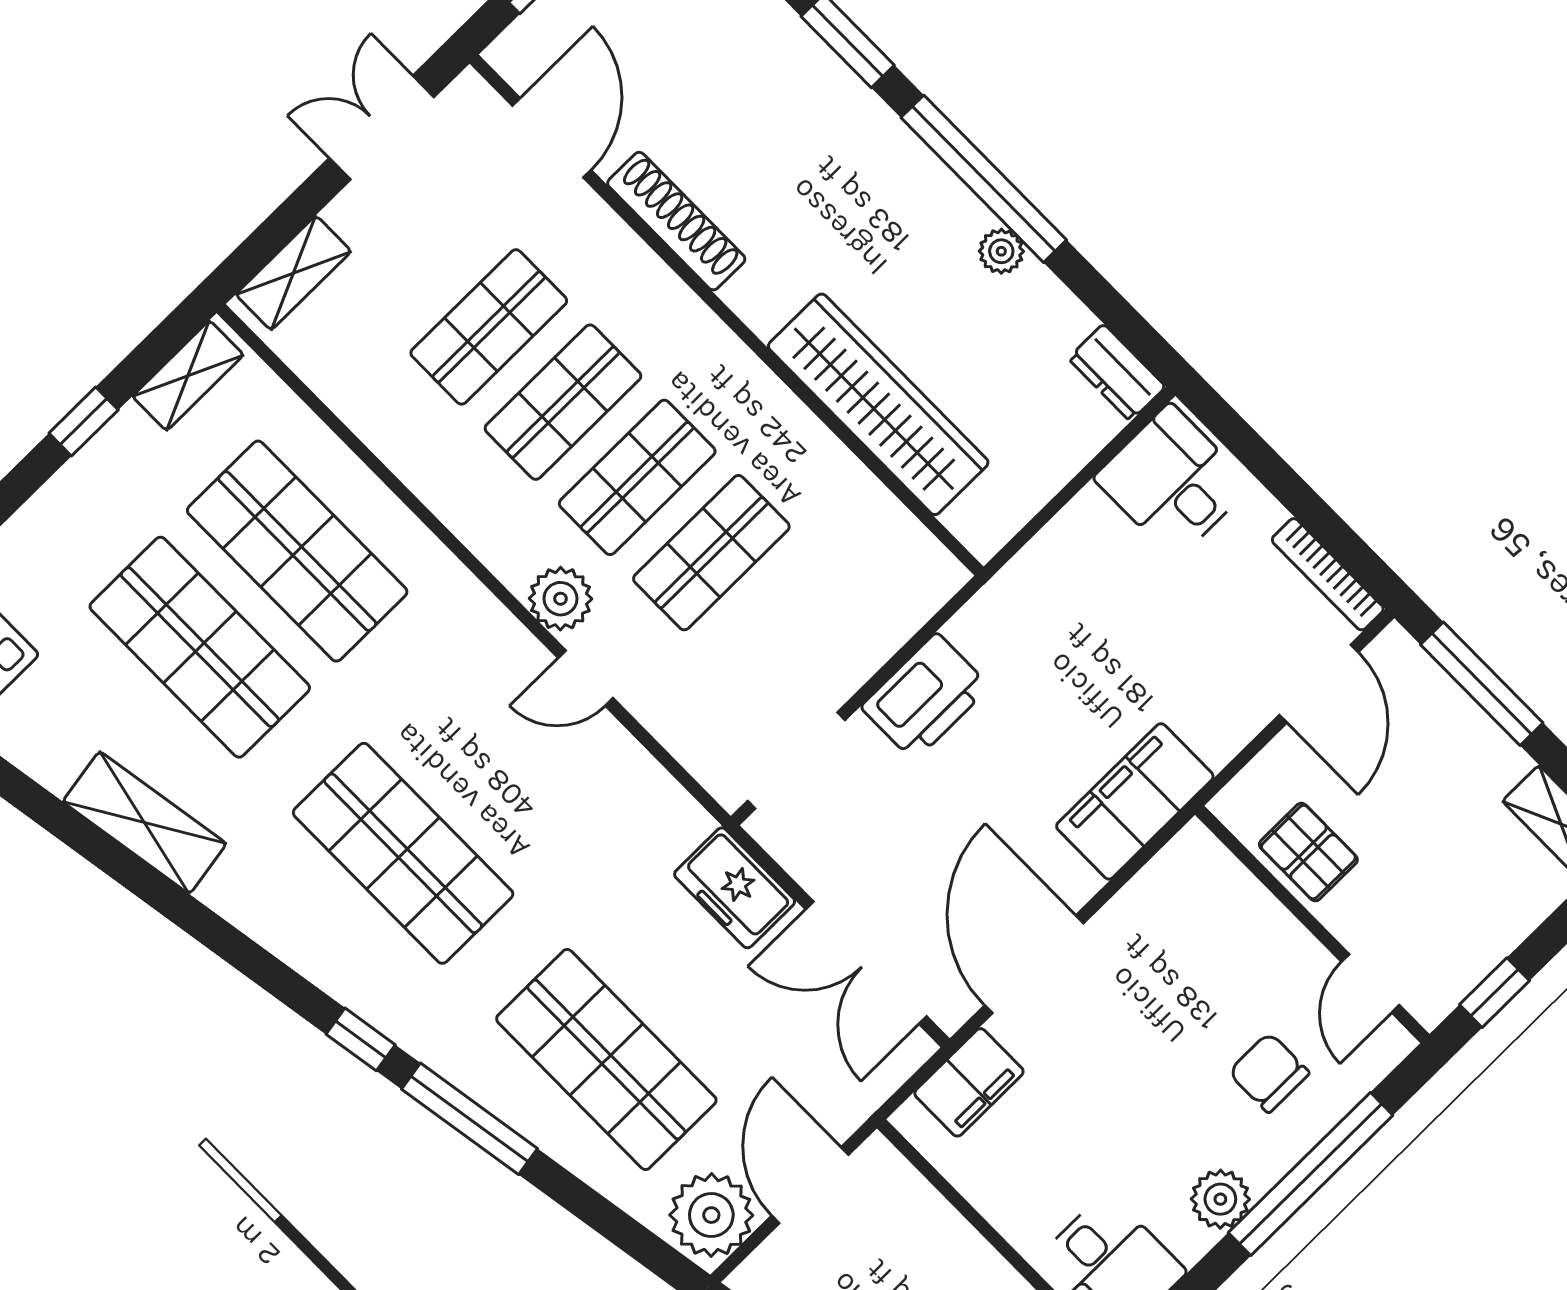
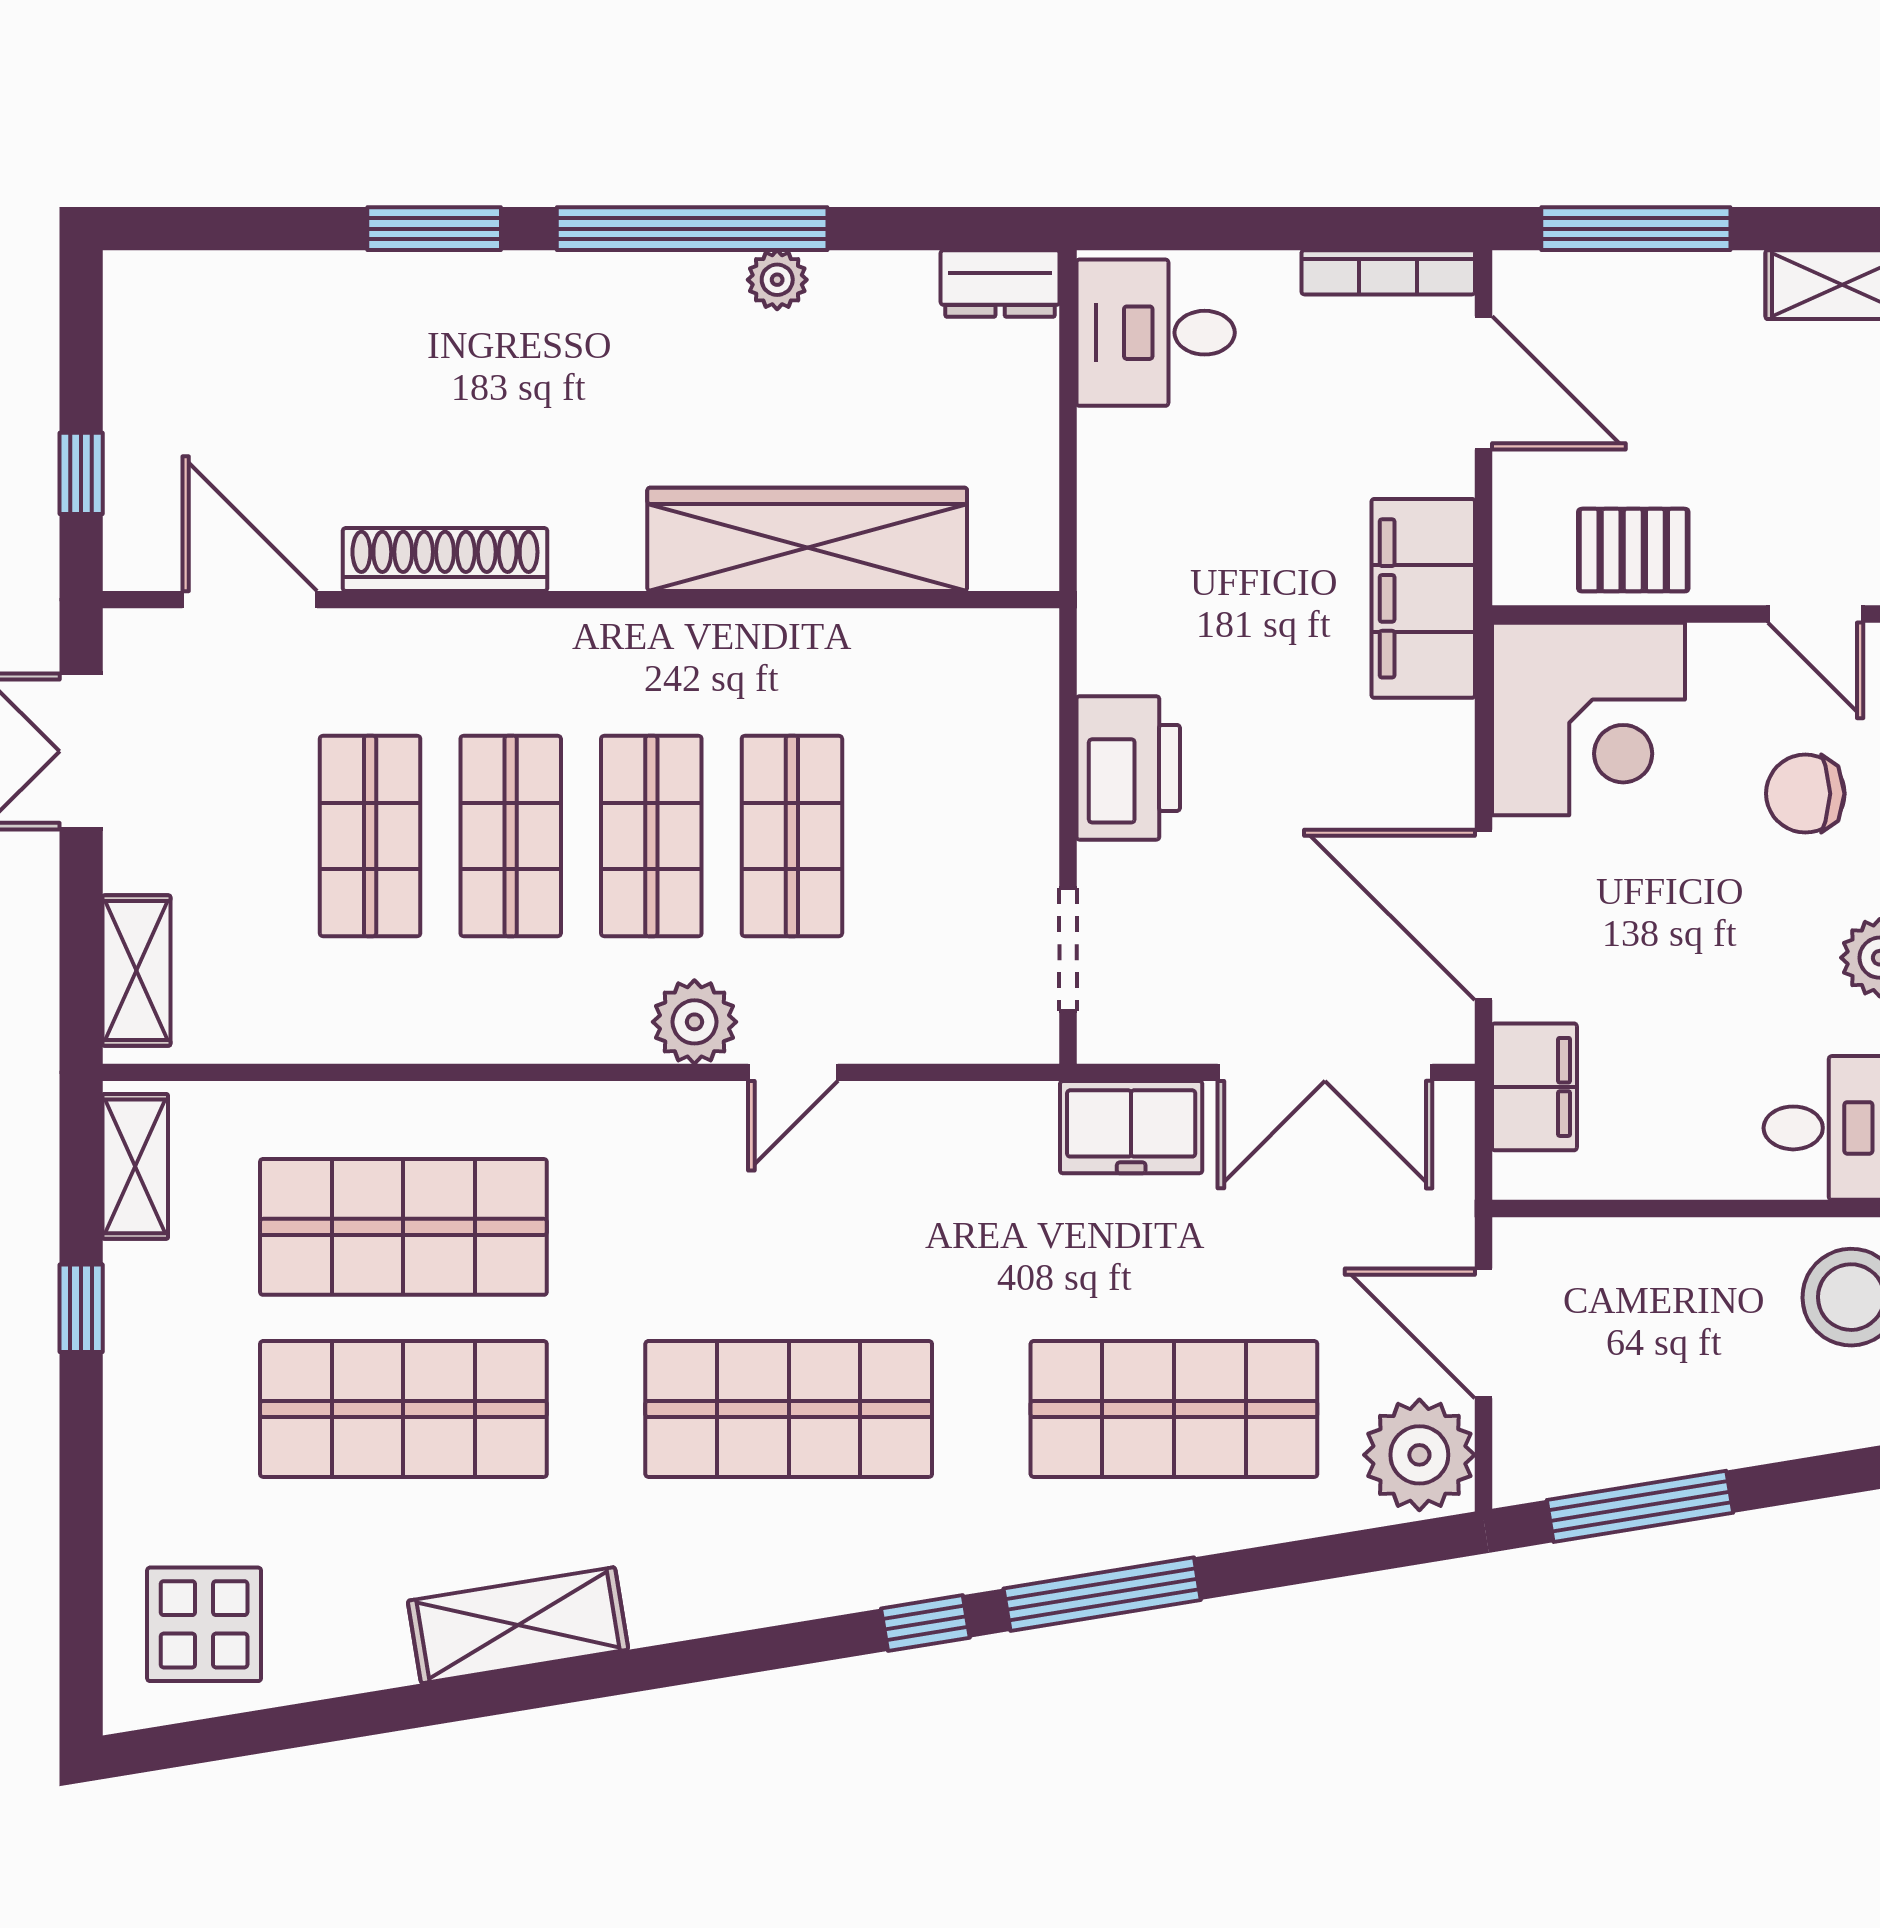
doorway: (796, 760) -> (1068, 950), width x0.73
filing cabinet: (1135, 801) -> (1423, 598), moved
corner desk: (1194, 917) -> (1588, 719), added

